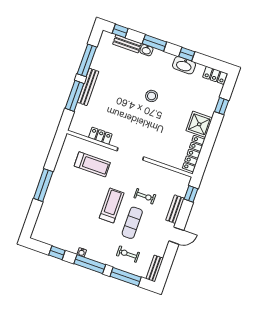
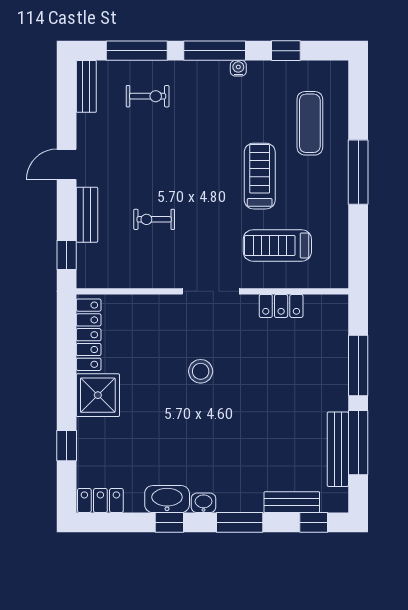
washbasin: (146, 50) -> (203, 503), moved
bench: (88, 87) -> (338, 449), moved
stool: (152, 96) -> (201, 371), moved
treadmill: (112, 205) -> (260, 176), moved, turned 180
exercise mat: (132, 223) -> (310, 123), moved

